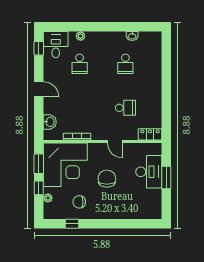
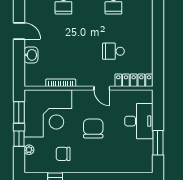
school desk: (125, 108) -> (113, 51), turned 180
washbasin: (50, 122) -> (31, 55), moved
locker: (150, 134) -> (134, 80), width x1.53
window: (166, 178) -> (158, 143), moved

